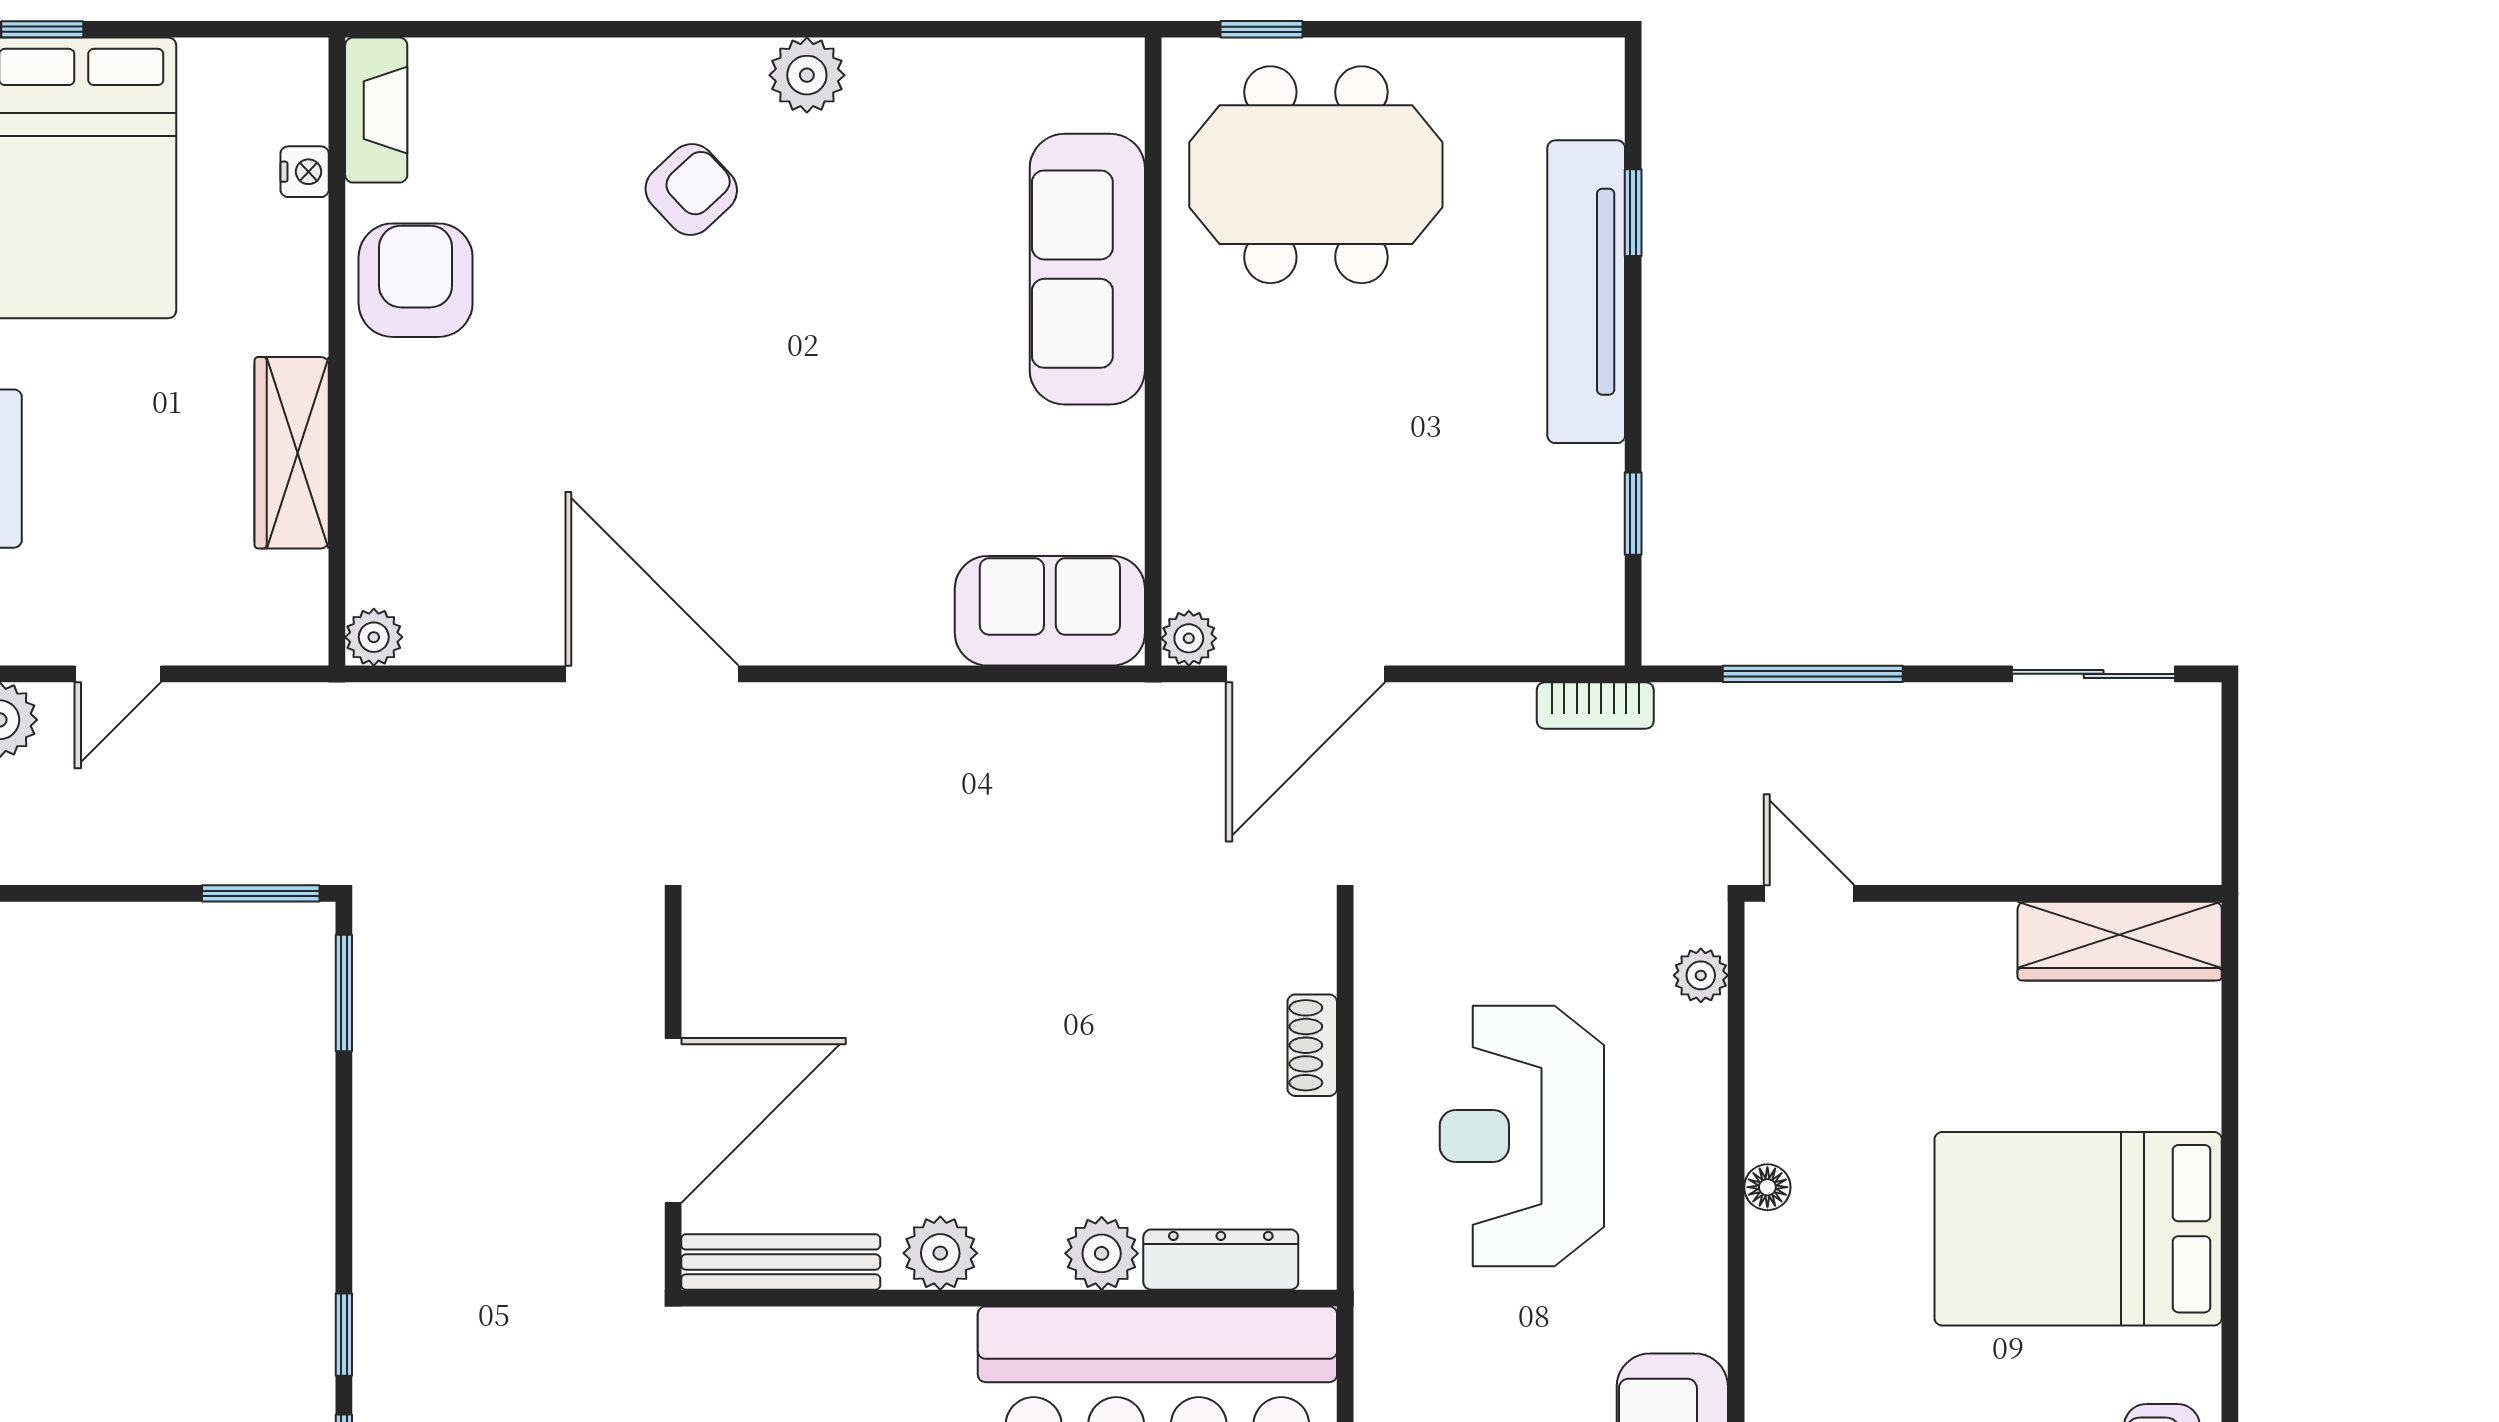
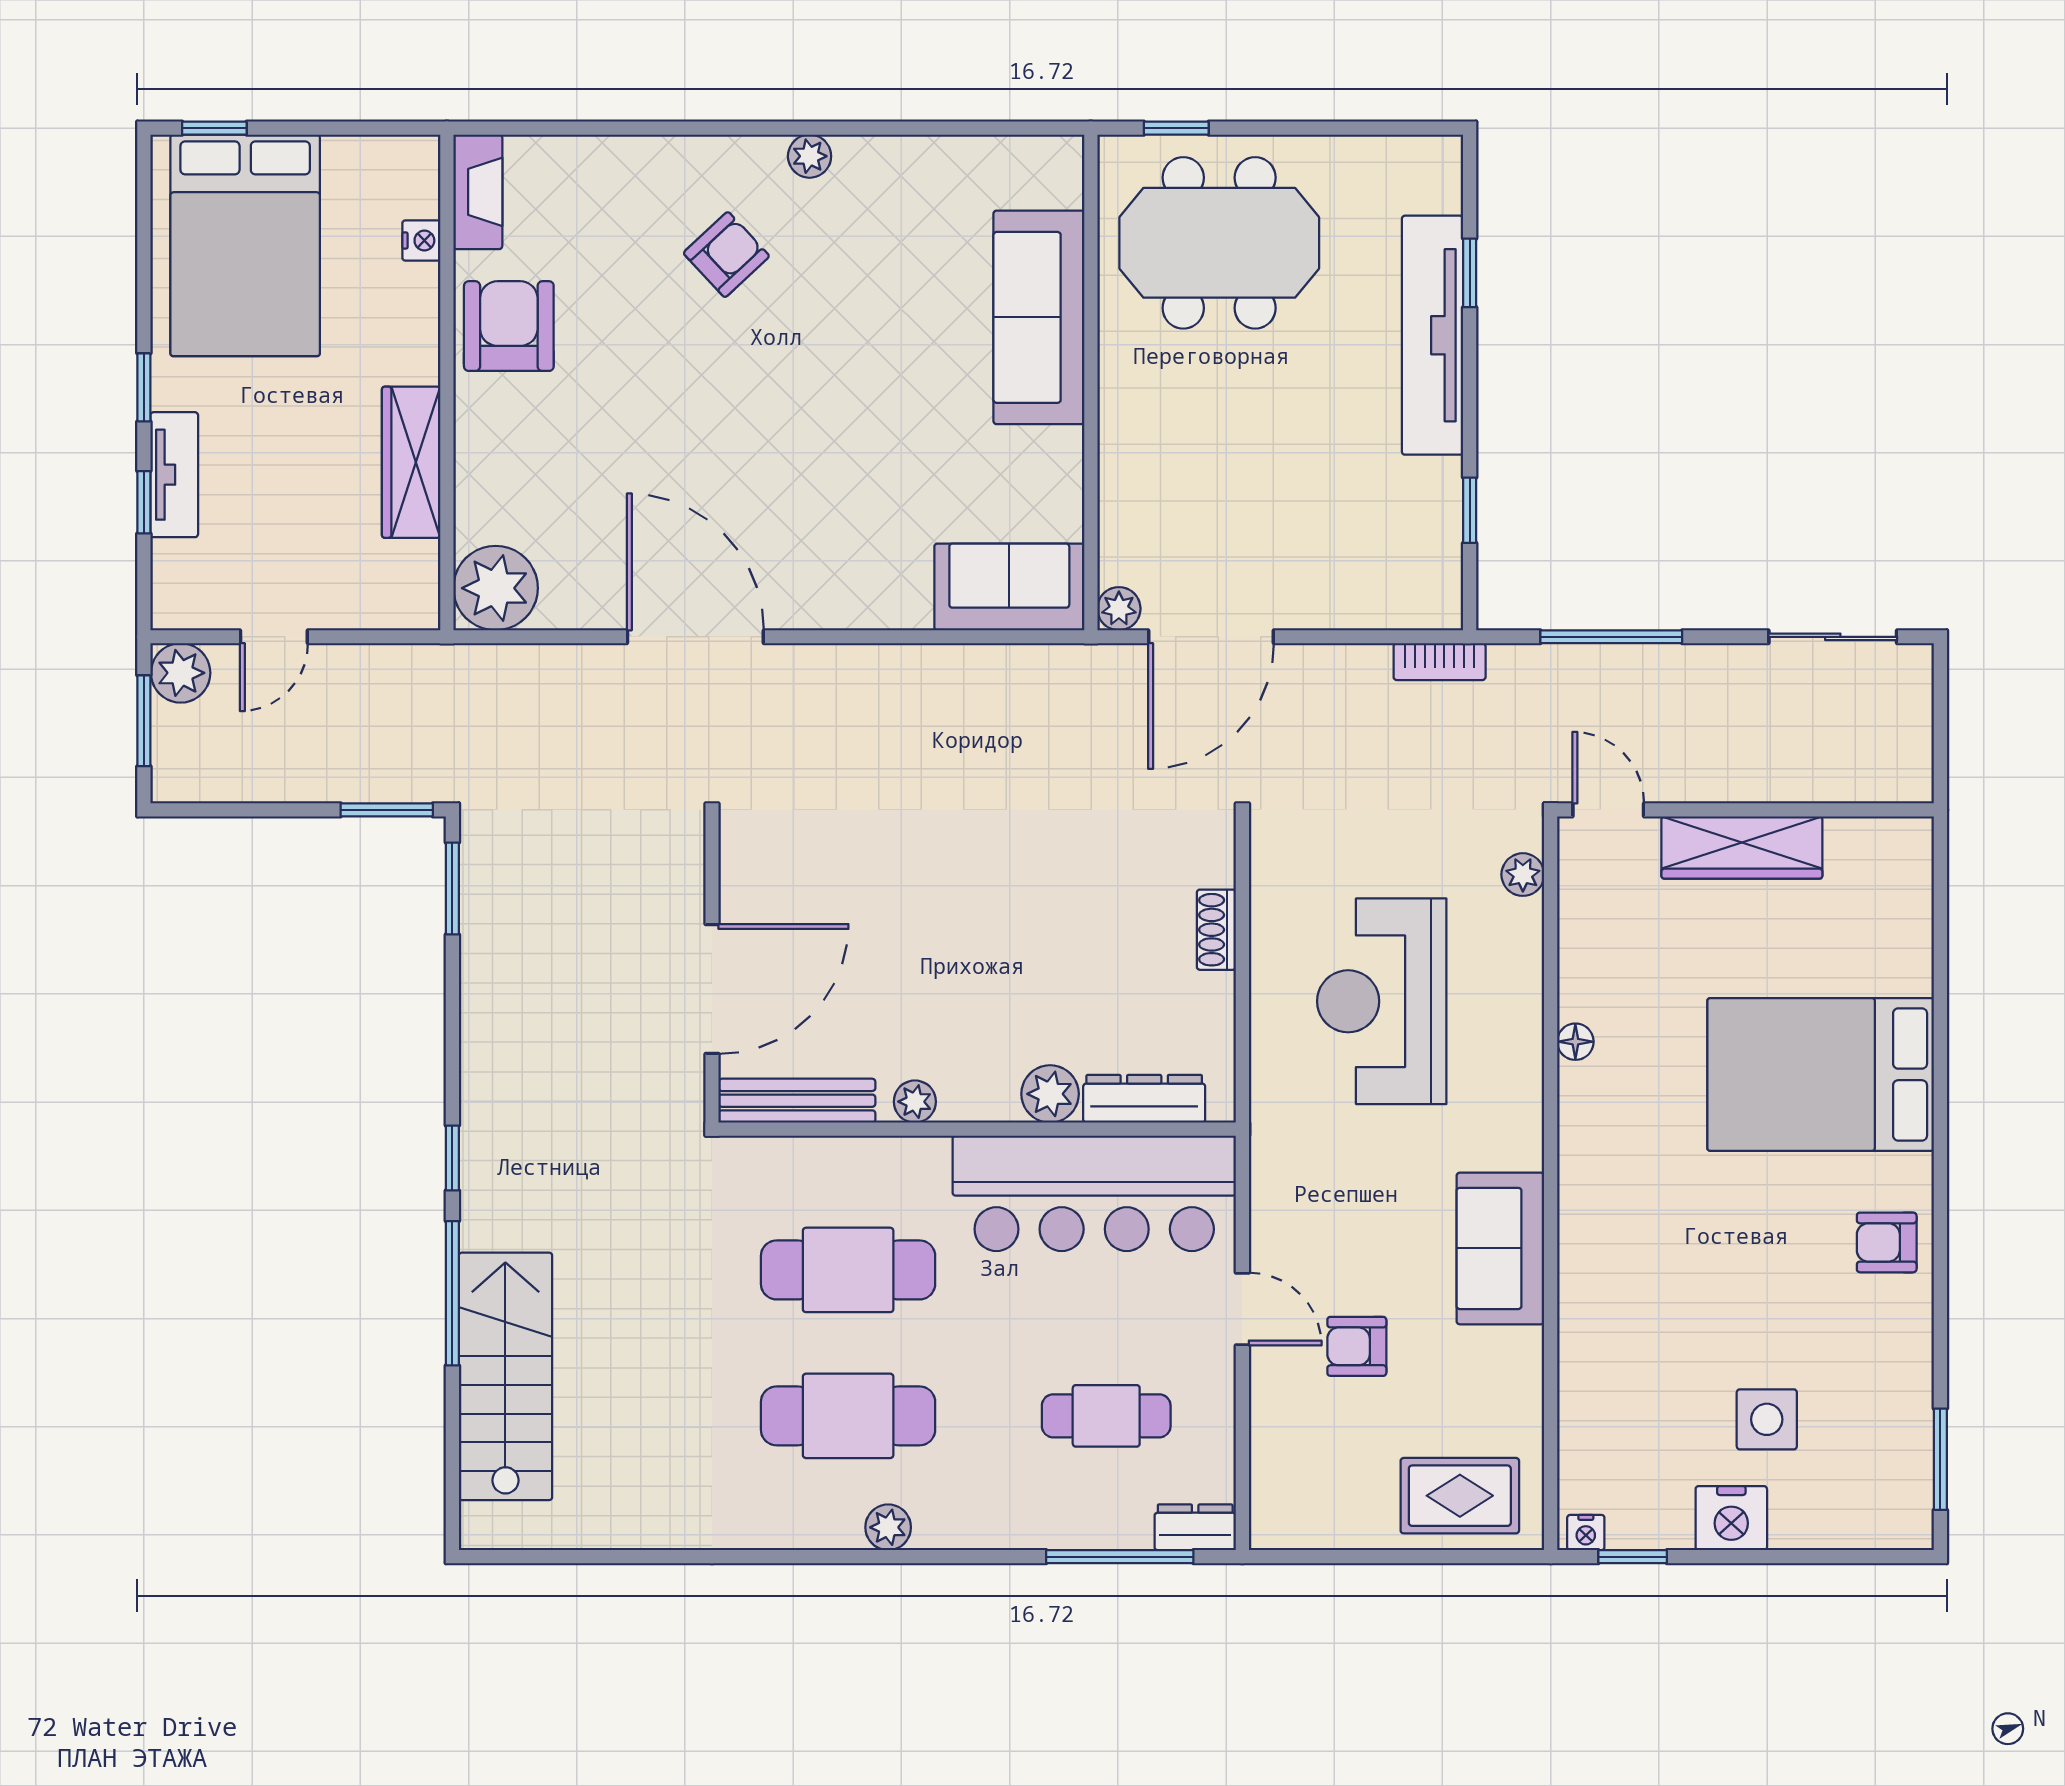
plant: (807, 75) -> (810, 156), width x0.73, depth x0.73
plant: (374, 637) -> (496, 588), width x1.88, depth x1.88
wardrobe: (2120, 941) -> (1742, 848), moved
plant: (940, 1253) -> (915, 1102), width x0.73, depth x0.73

